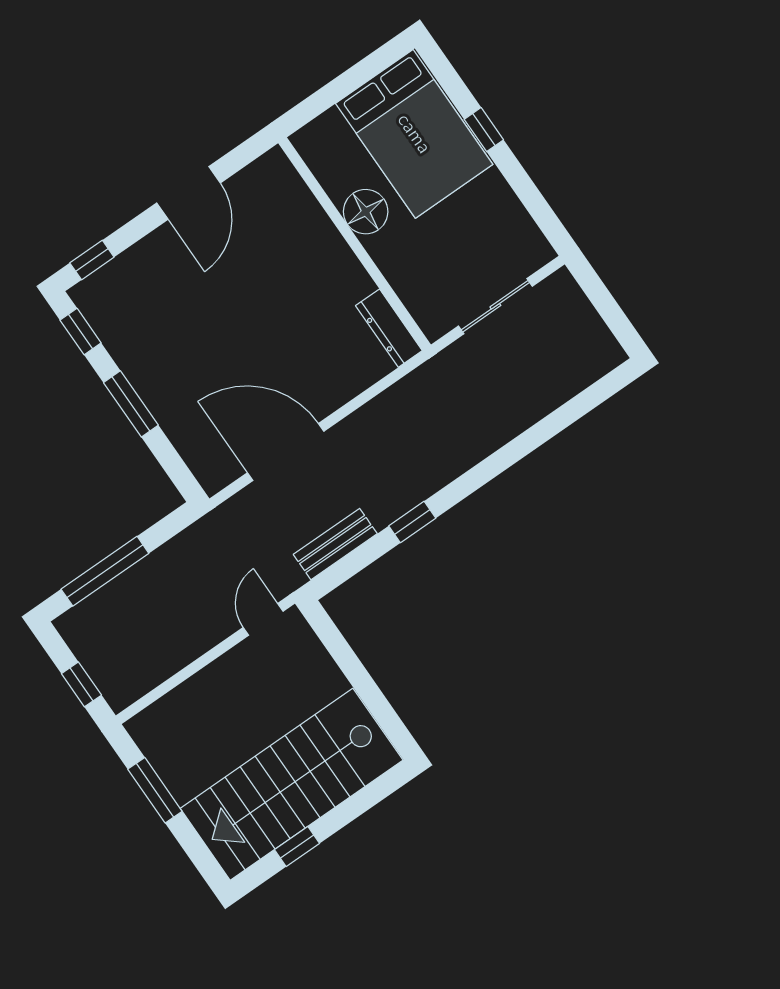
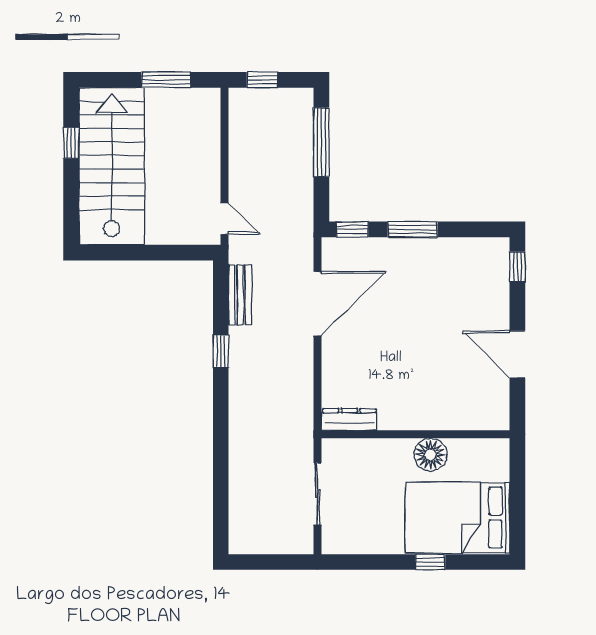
window: (81, 331) -> (352, 229), moved

